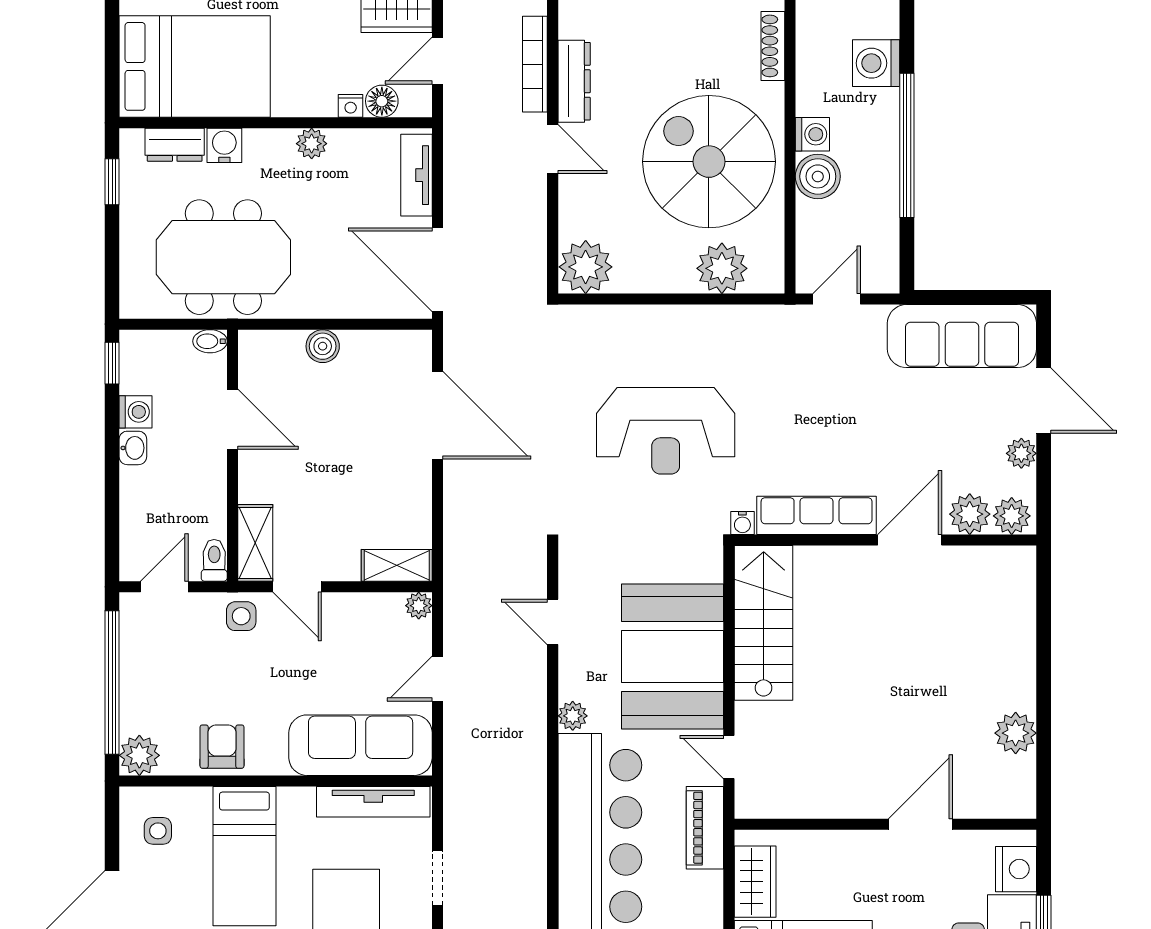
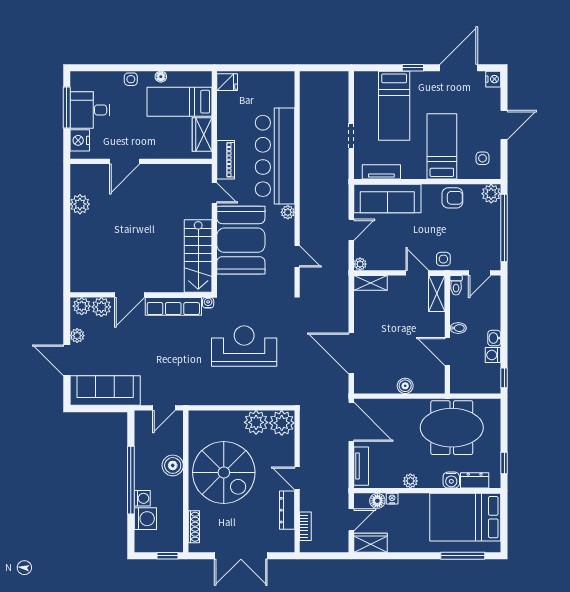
bookcase: (535, 64) -> (305, 526), width x0.64
washing machine: (812, 134) -> (142, 498), moved, turned 180
plant: (722, 268) -> (256, 422), moved
bidet: (210, 341) -> (458, 328), moved
armchair: (222, 747) -> (452, 198), turned -90
tv unit: (373, 802) -> (381, 172), width x0.71

